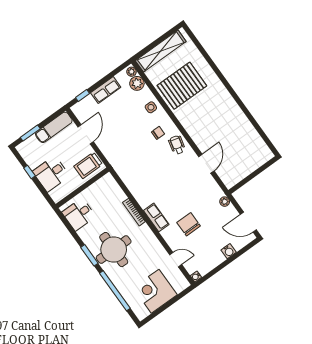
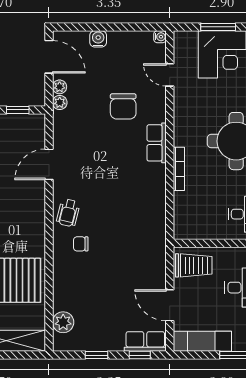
plant: (131, 72) -> (60, 87), moved
window: (106, 79) -> (96, 355), added
row of seats: (106, 90) -> (145, 341), moved
side table: (151, 107) -> (67, 281), removed
door: (86, 134) -> (170, 305), hinge flipped
window: (245, 181) -> (18, 110), added
window: (168, 305) -> (218, 27), added

